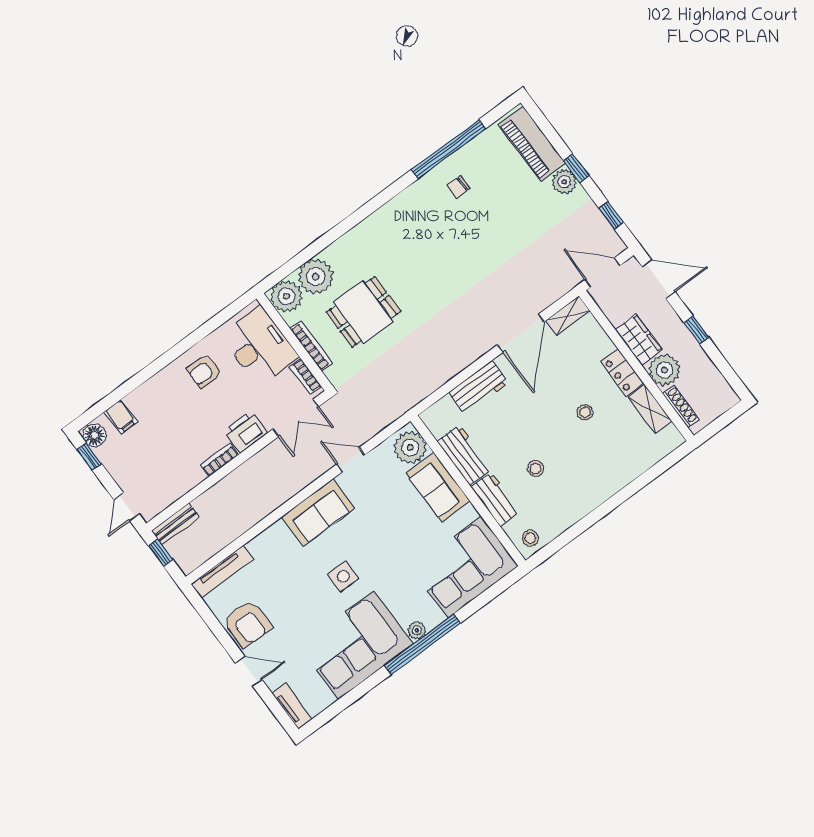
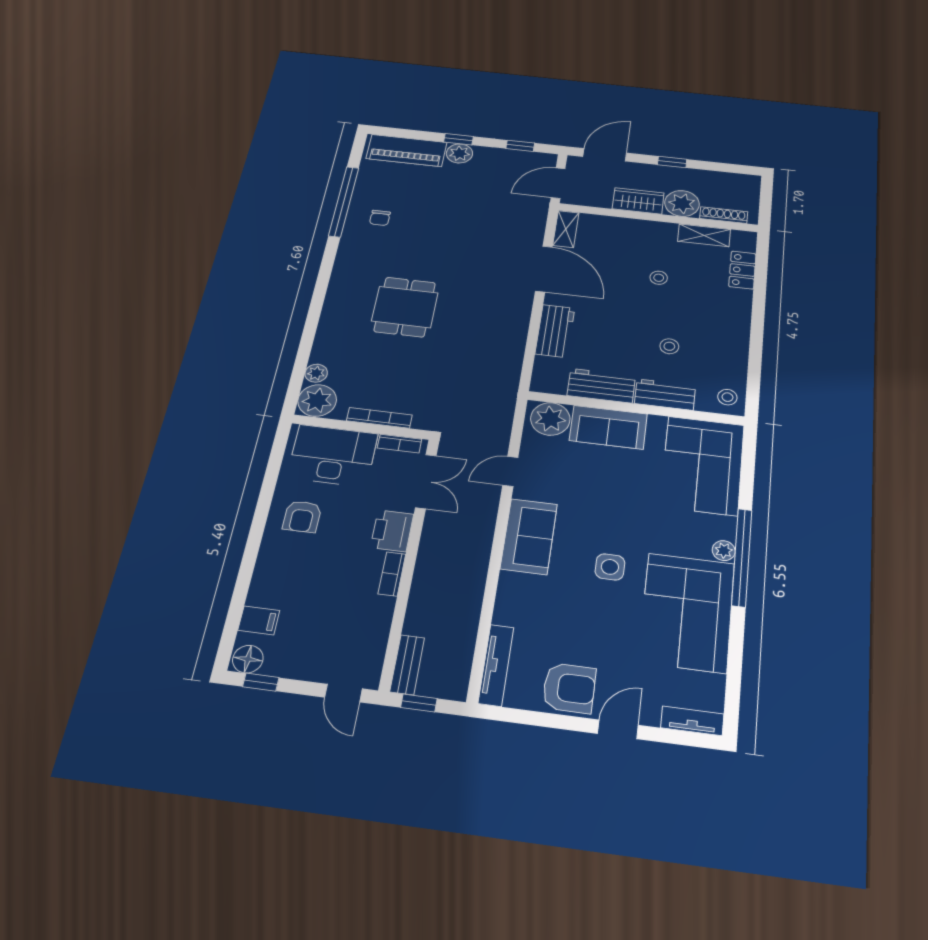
plant: (316, 276) -> (316, 373), width x0.53, depth x0.53
dining table: (363, 312) -> (405, 307), moved
locker: (622, 372) -> (742, 270), moved, turned 90

